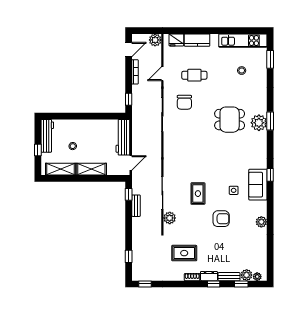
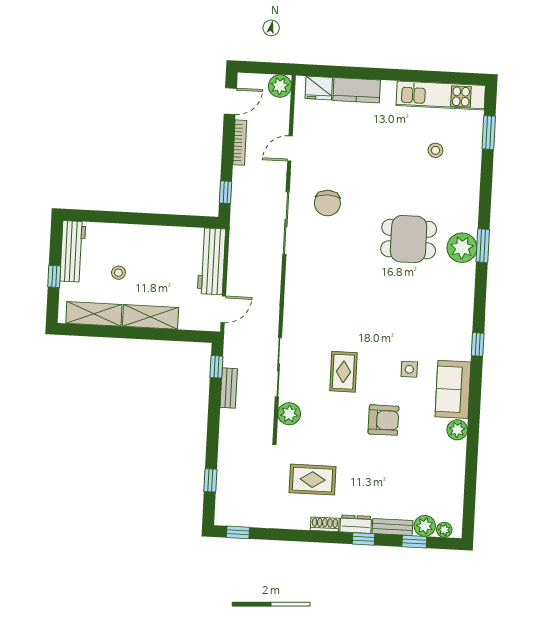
cafe table: (194, 75) -> (348, 154), removed
sofa: (258, 185) -> (453, 389), moved

